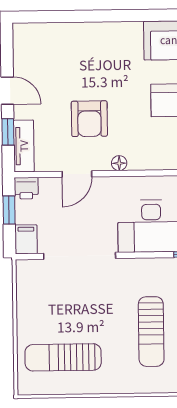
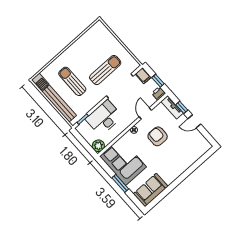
sun lounger: (63, 357) -> (105, 70), moved

